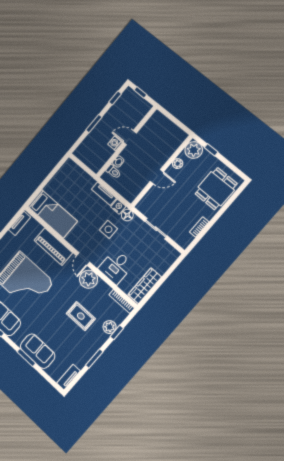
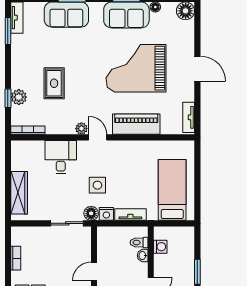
washing machine: (115, 143) -> (160, 247), moved
bed: (52, 214) -> (172, 190), moved, turned 90
sliding door: (156, 229) -> (67, 223), moved
plant: (89, 279) -> (81, 129), width x0.53, depth x0.53
wardrobe: (145, 286) -> (19, 193), moved
rug: (81, 316) -> (54, 83), turned 90
window: (94, 359) -> (8, 31), moved

